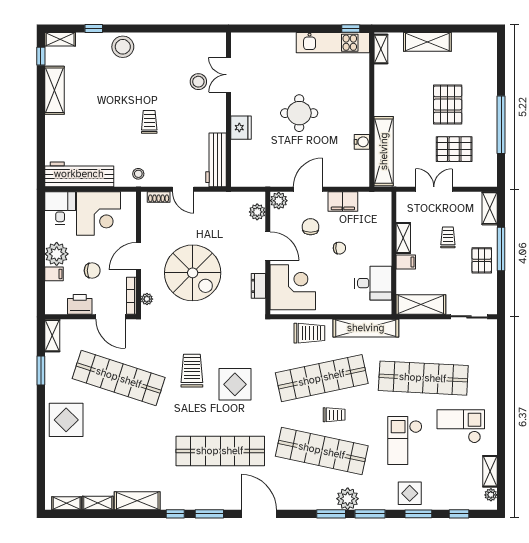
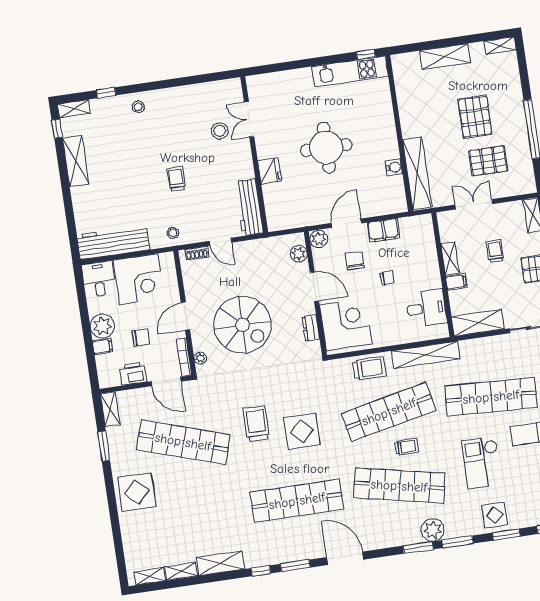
stool: (123, 47) -> (138, 107), width x0.53, depth x0.53
shelving: (381, 49) -> (500, 46), moved, turned 90
round table: (299, 113) -> (326, 148), width x1.36, depth x1.36

